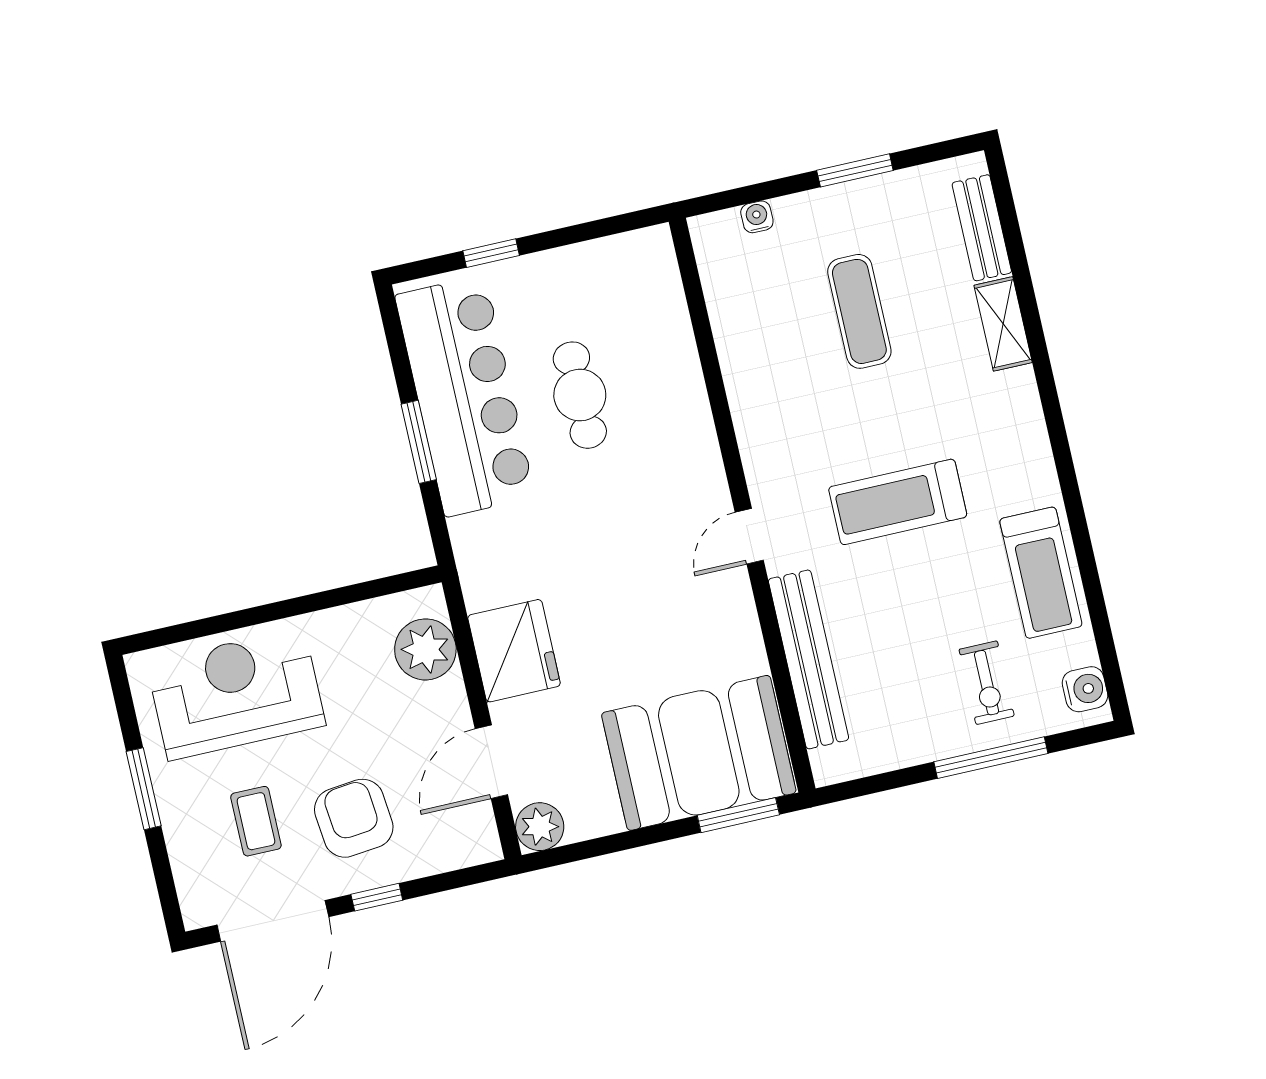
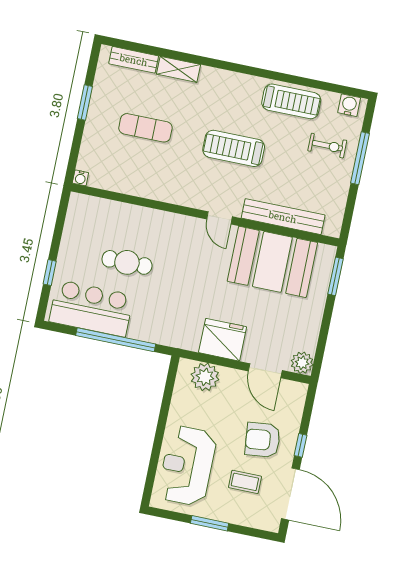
water cooler: (757, 217) -> (80, 178), moved, turned -90
bar counter: (465, 396) -> (91, 308), width x0.73
window: (419, 442) -> (116, 340), width x2.11
treadmill: (898, 502) -> (234, 148), turned 90
booth: (699, 753) -> (272, 262), moved, turned 90

